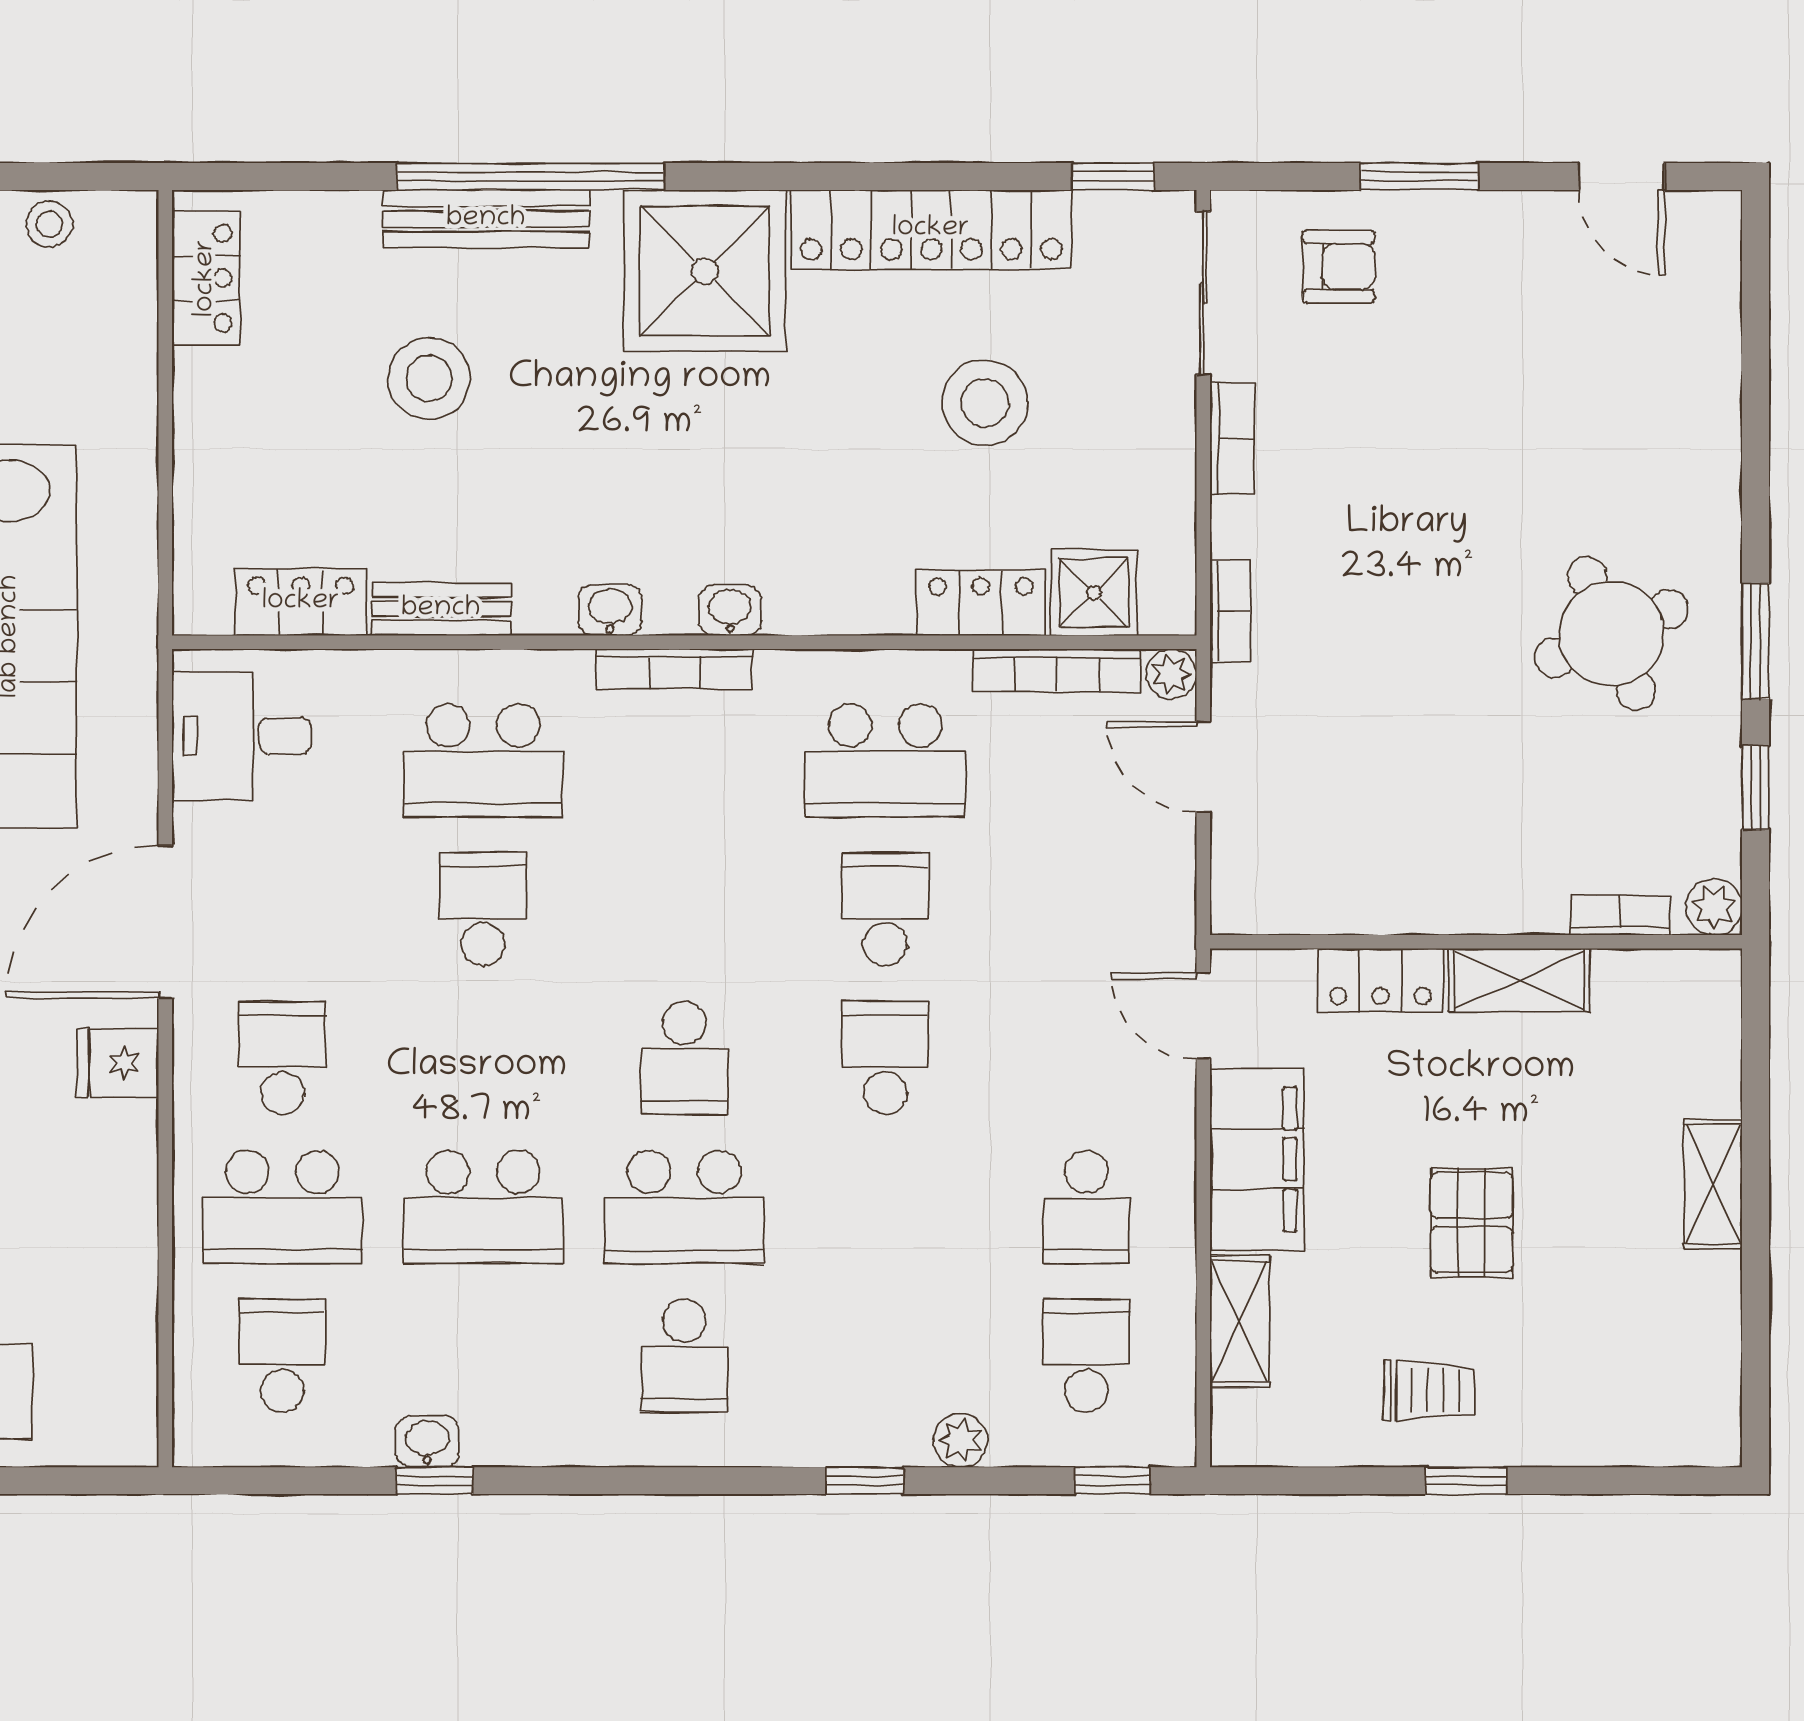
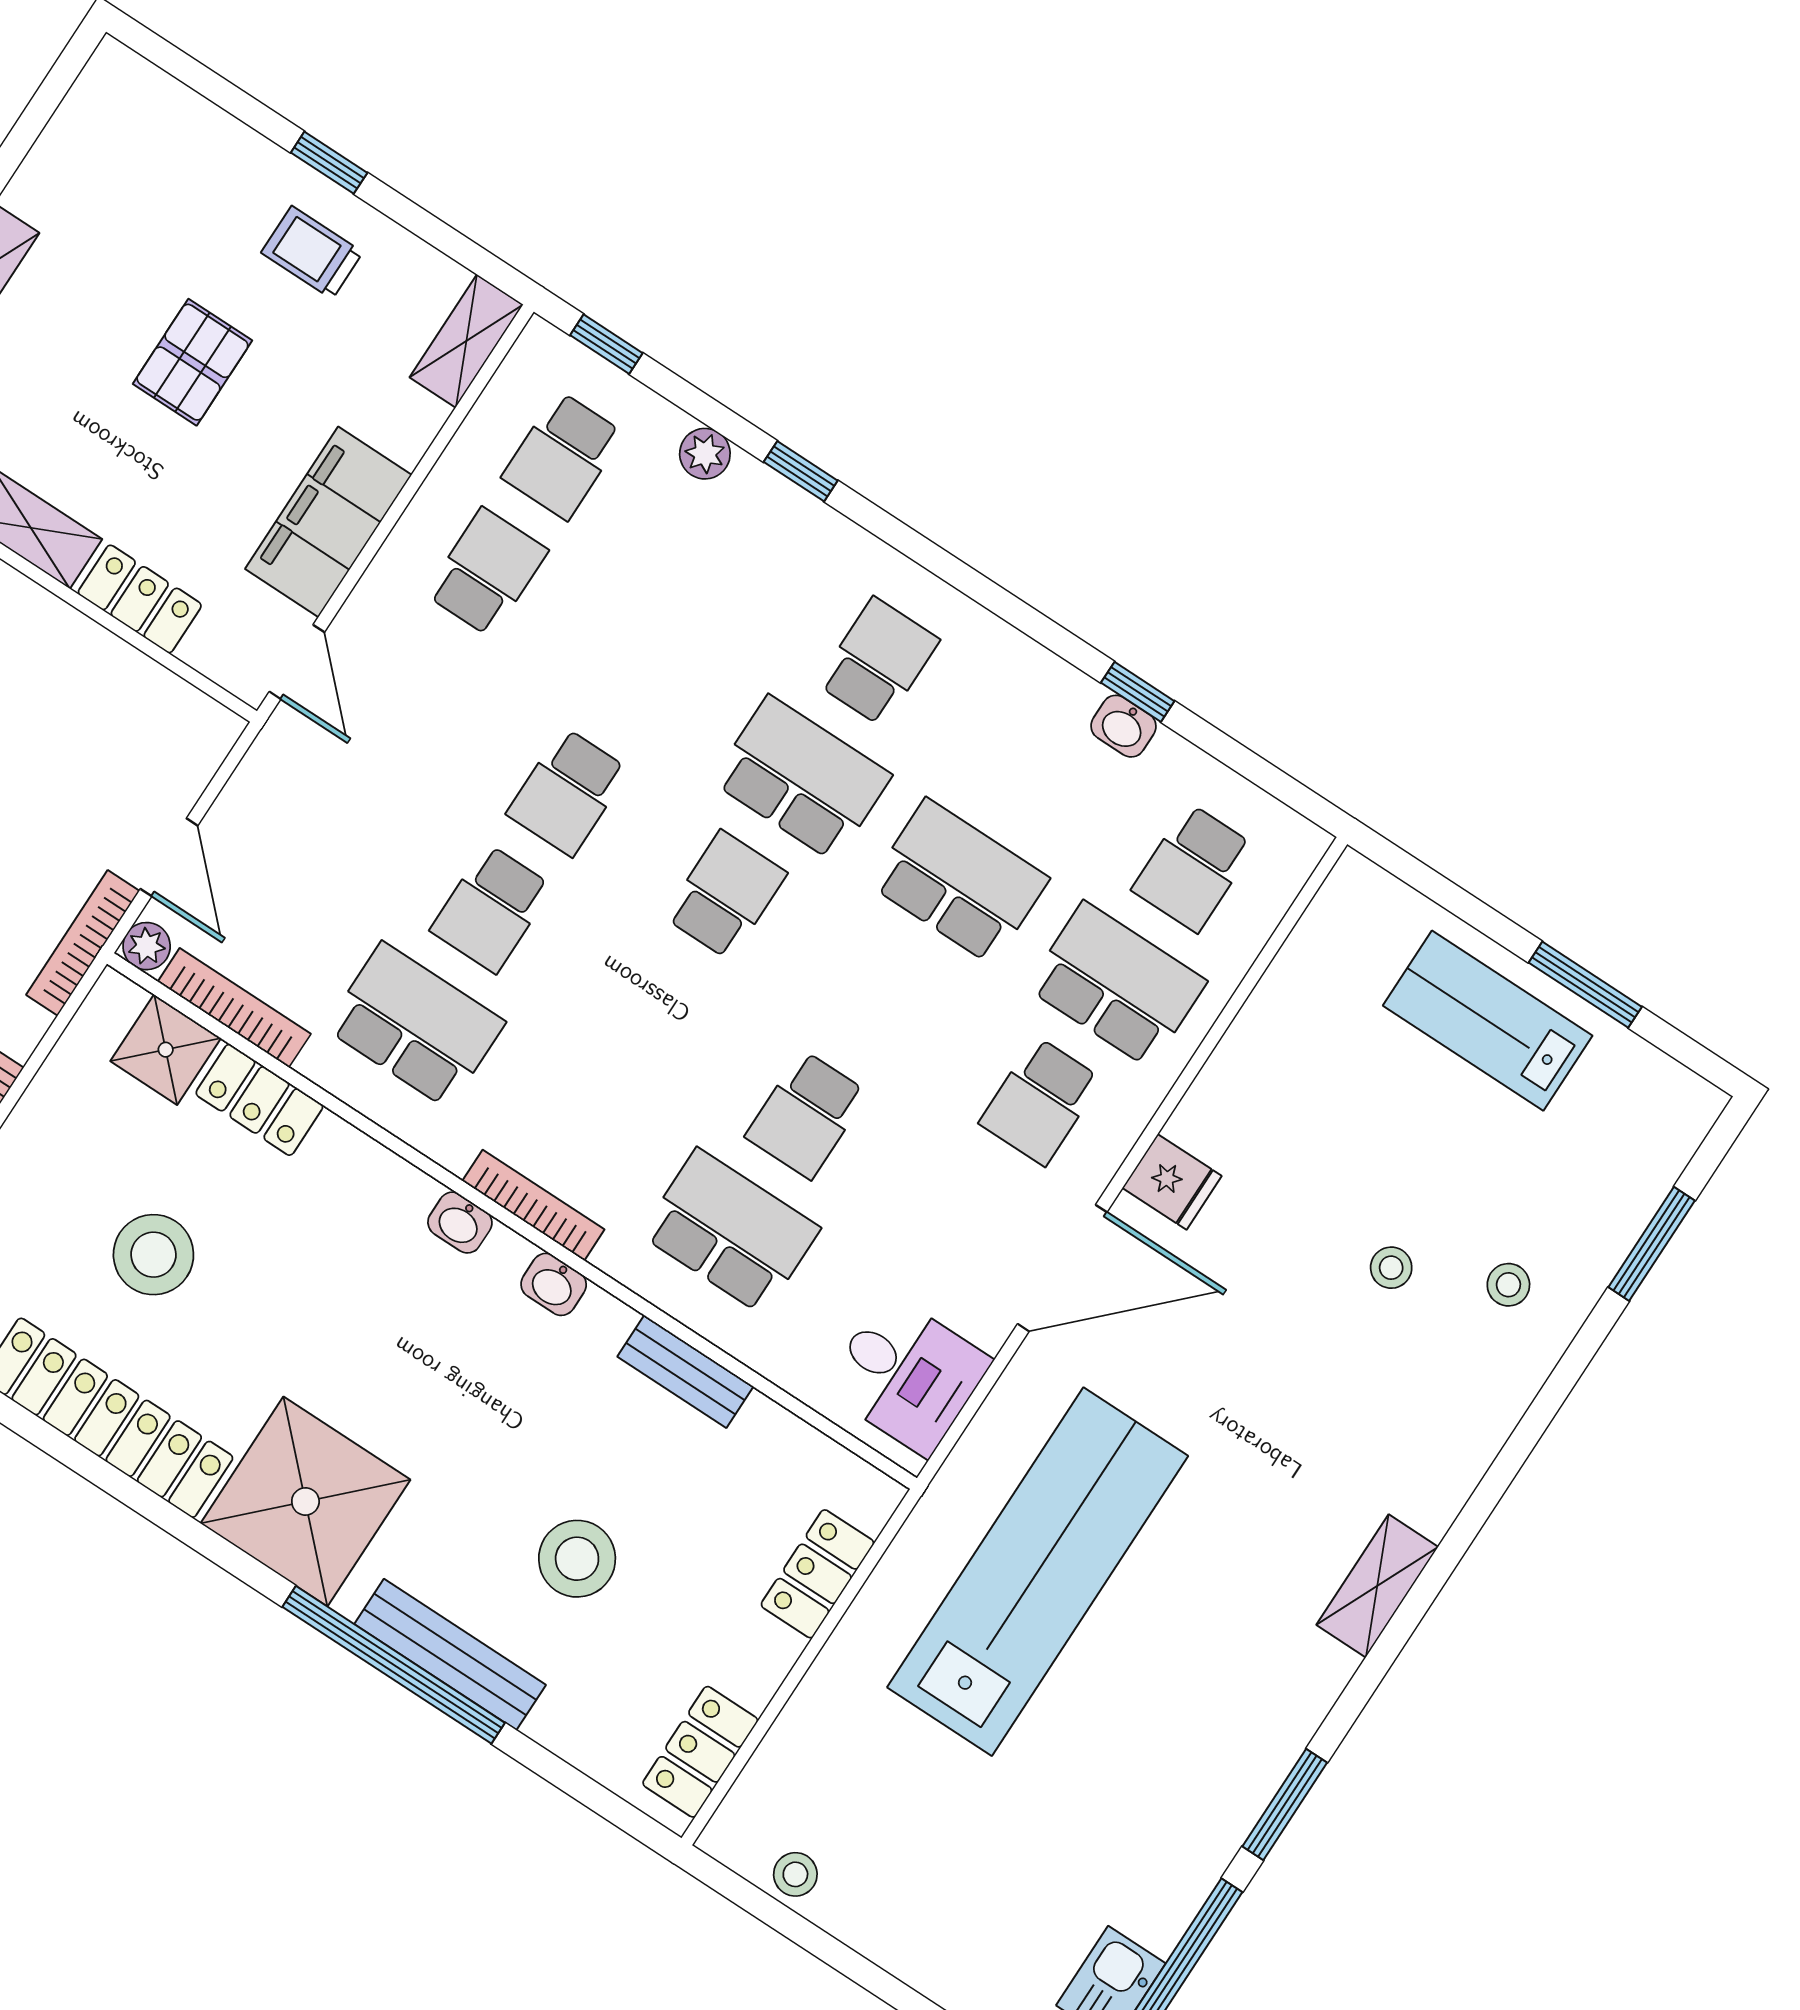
locker: (301, 602) -> (818, 1574), moved, turned 90
bookcase: (1230, 611) -> (83, 943), width x1.56
shelving: (1239, 1321) -> (466, 341), moved

